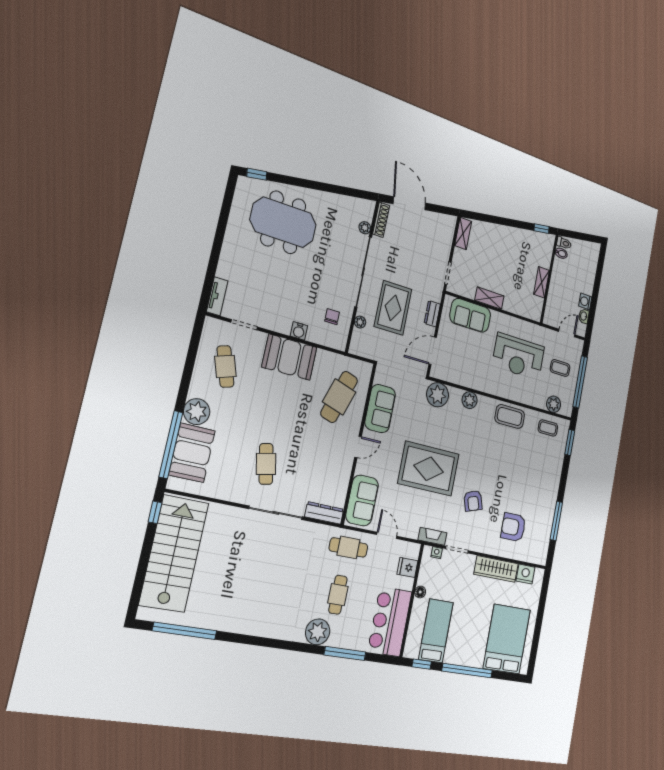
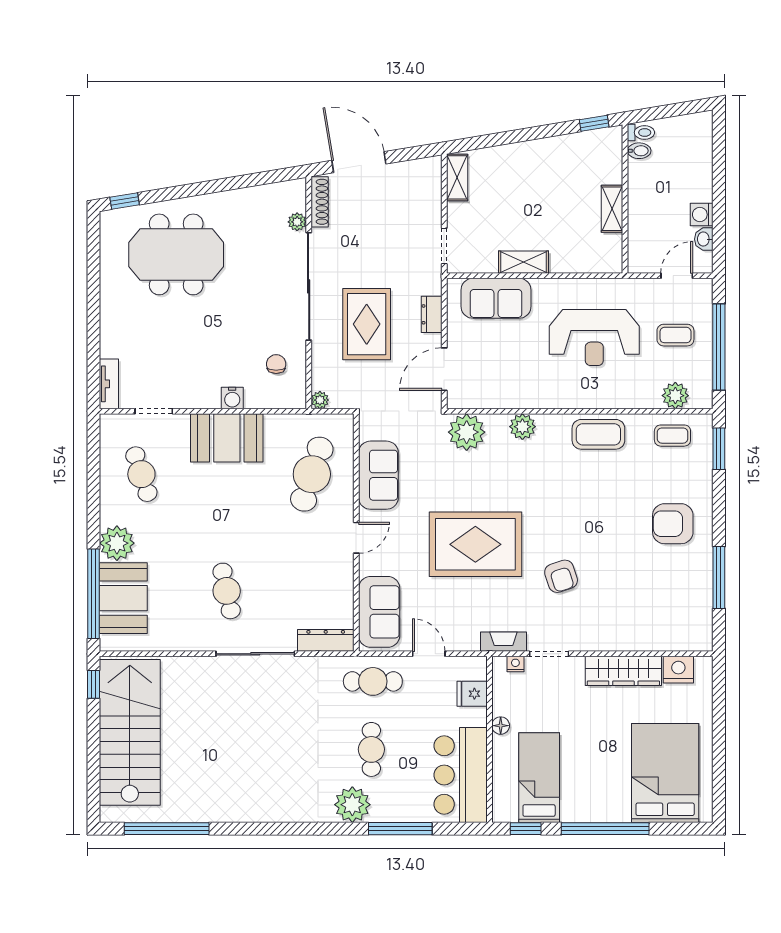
plant: (360, 322) -> (320, 400), moved
armchair: (513, 527) -> (673, 524), moved

